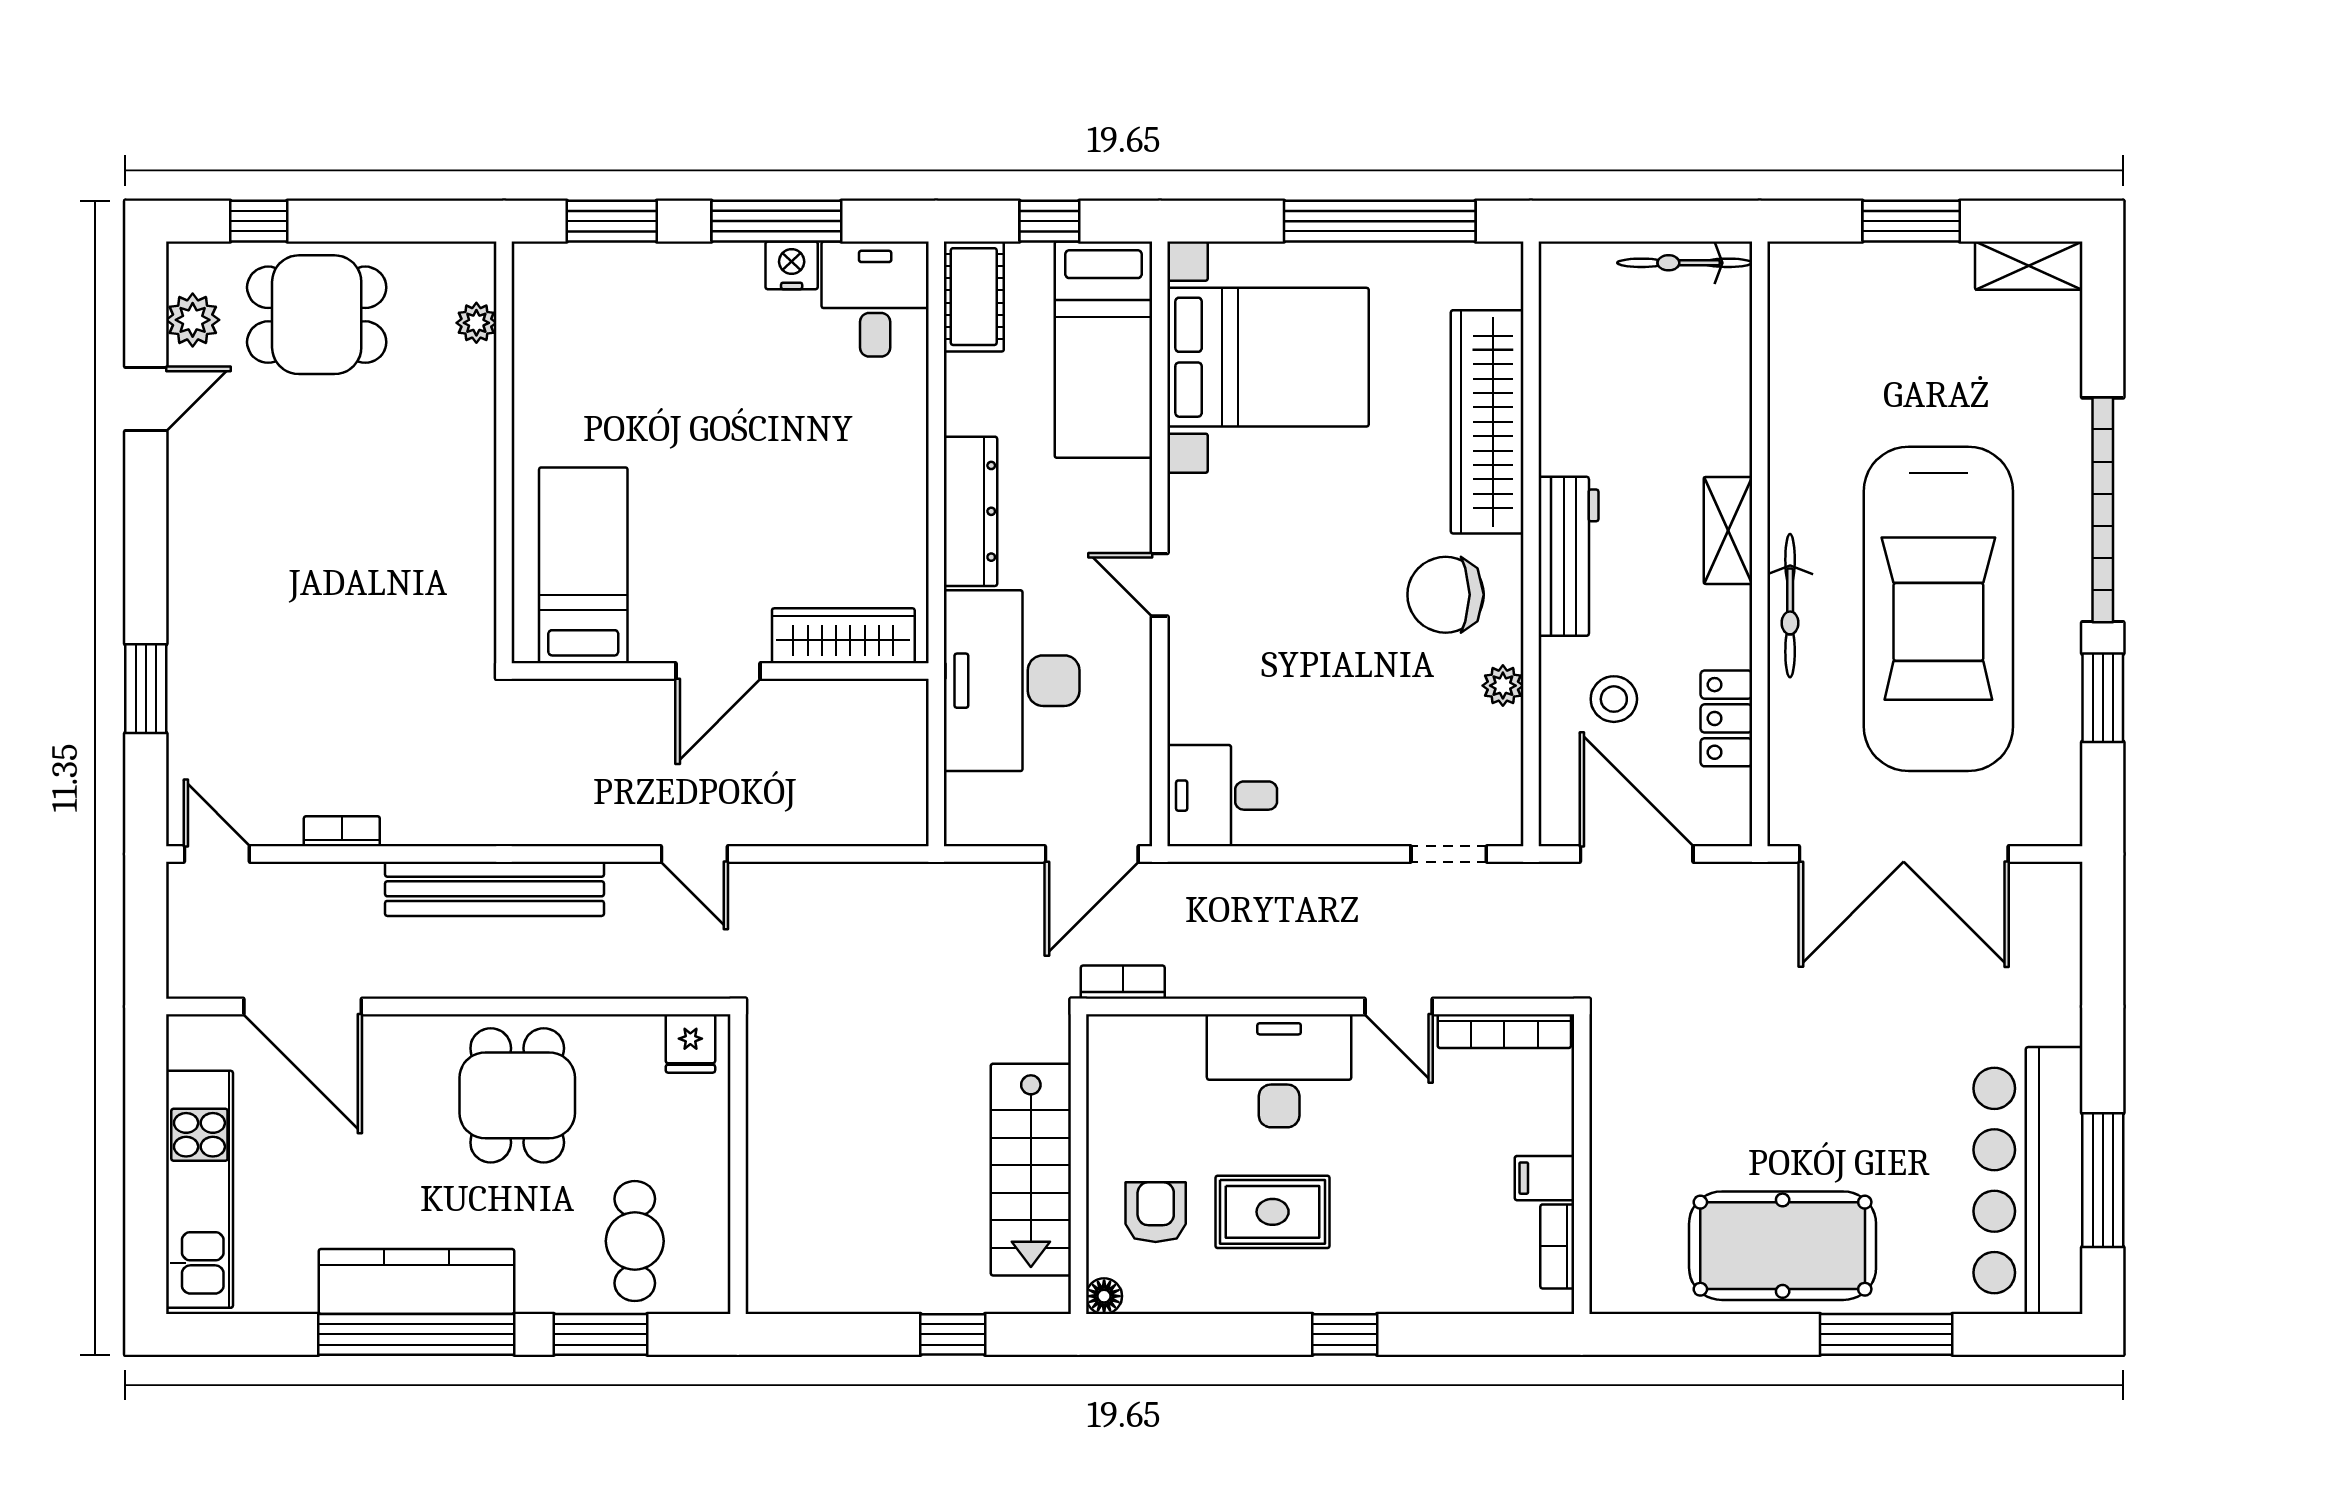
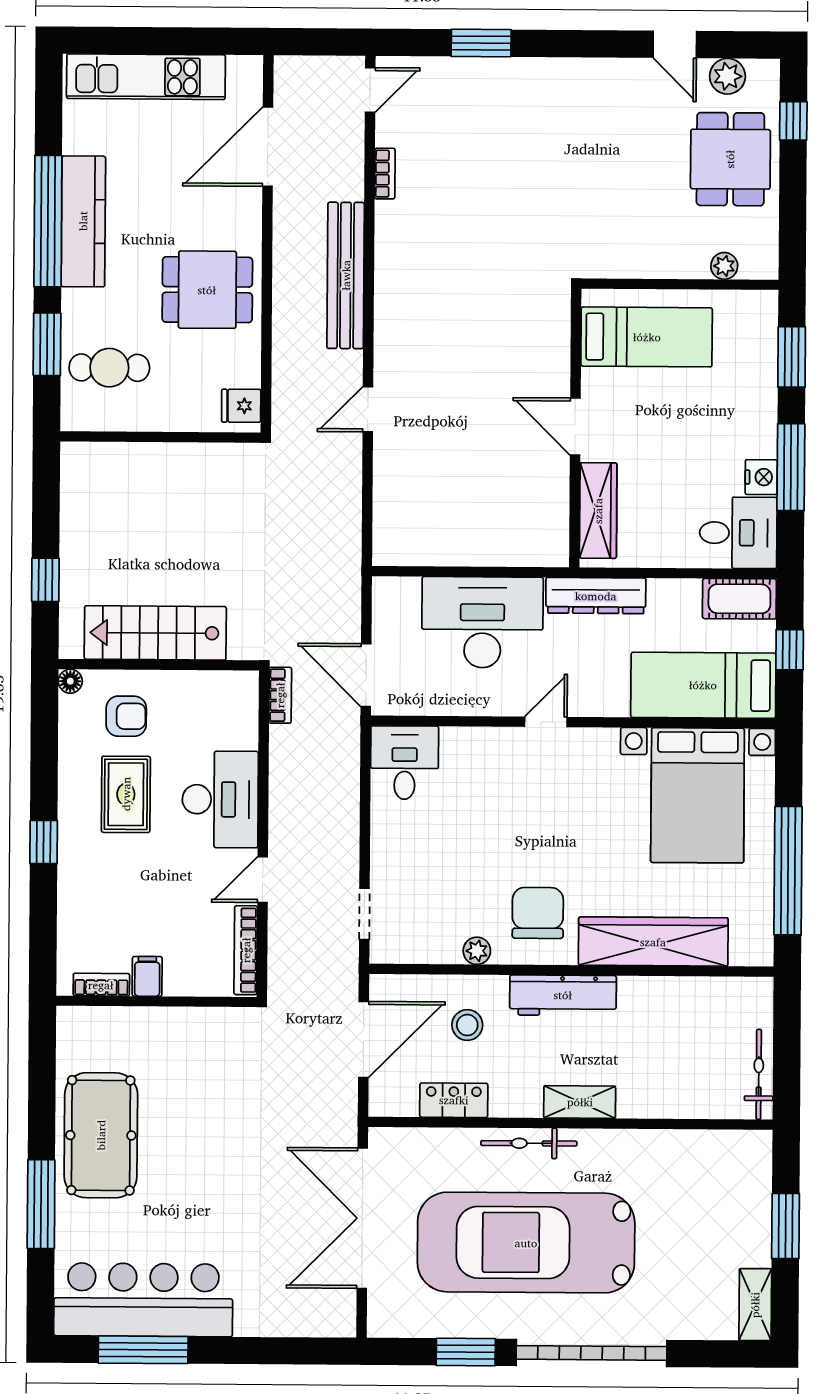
bed: (583, 565) -> (647, 337), moved
wardrobe: (843, 636) -> (598, 511), moved
door: (718, 671) -> (575, 427), moved
wall: (720, 671) -> (575, 428), moved

